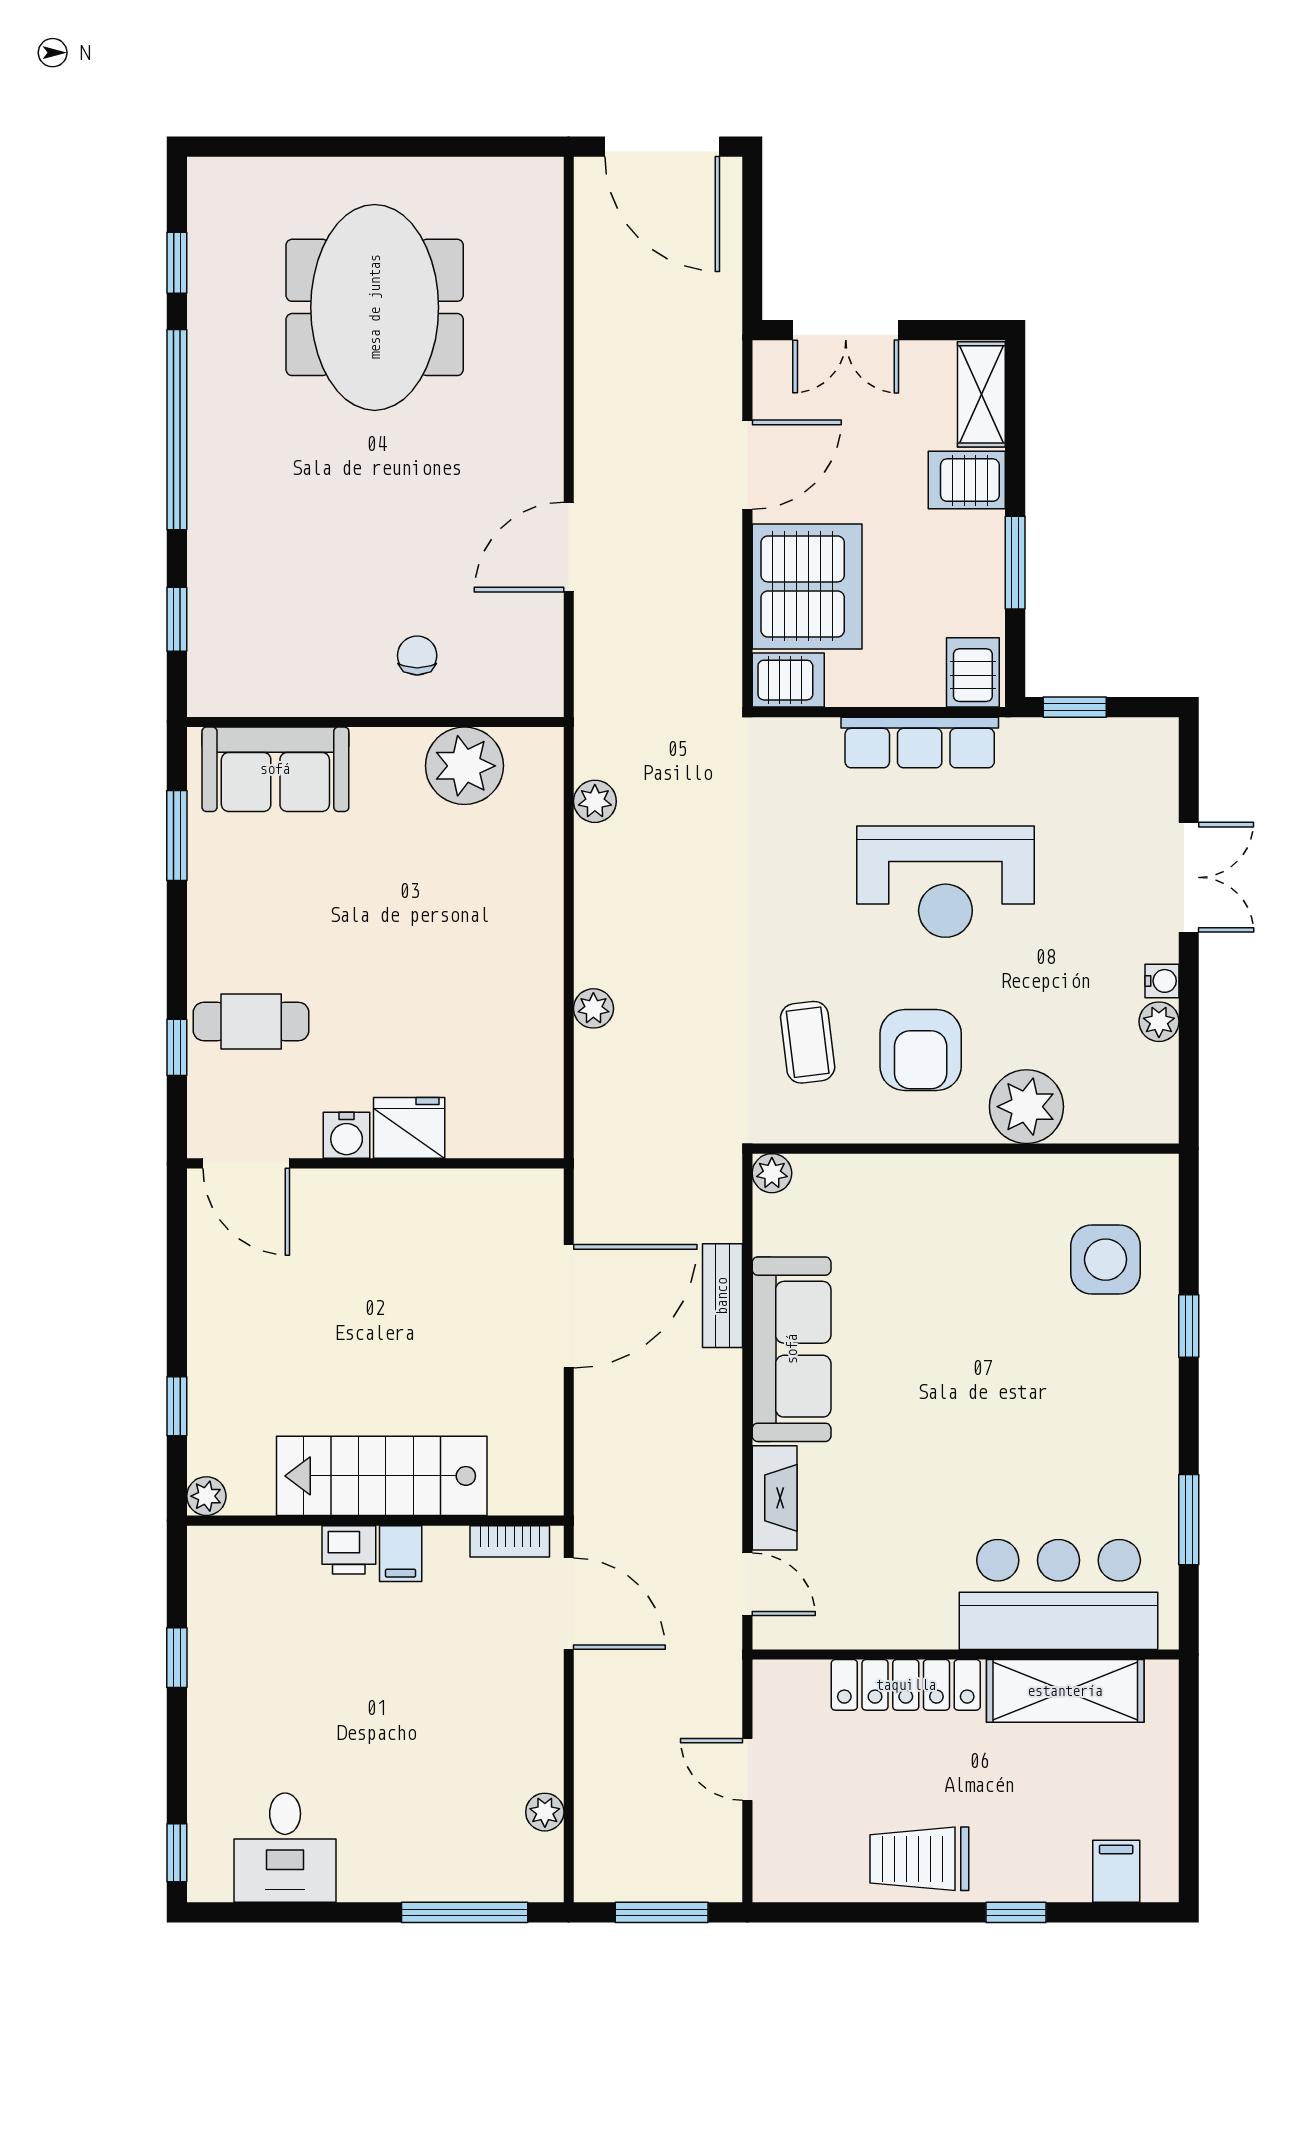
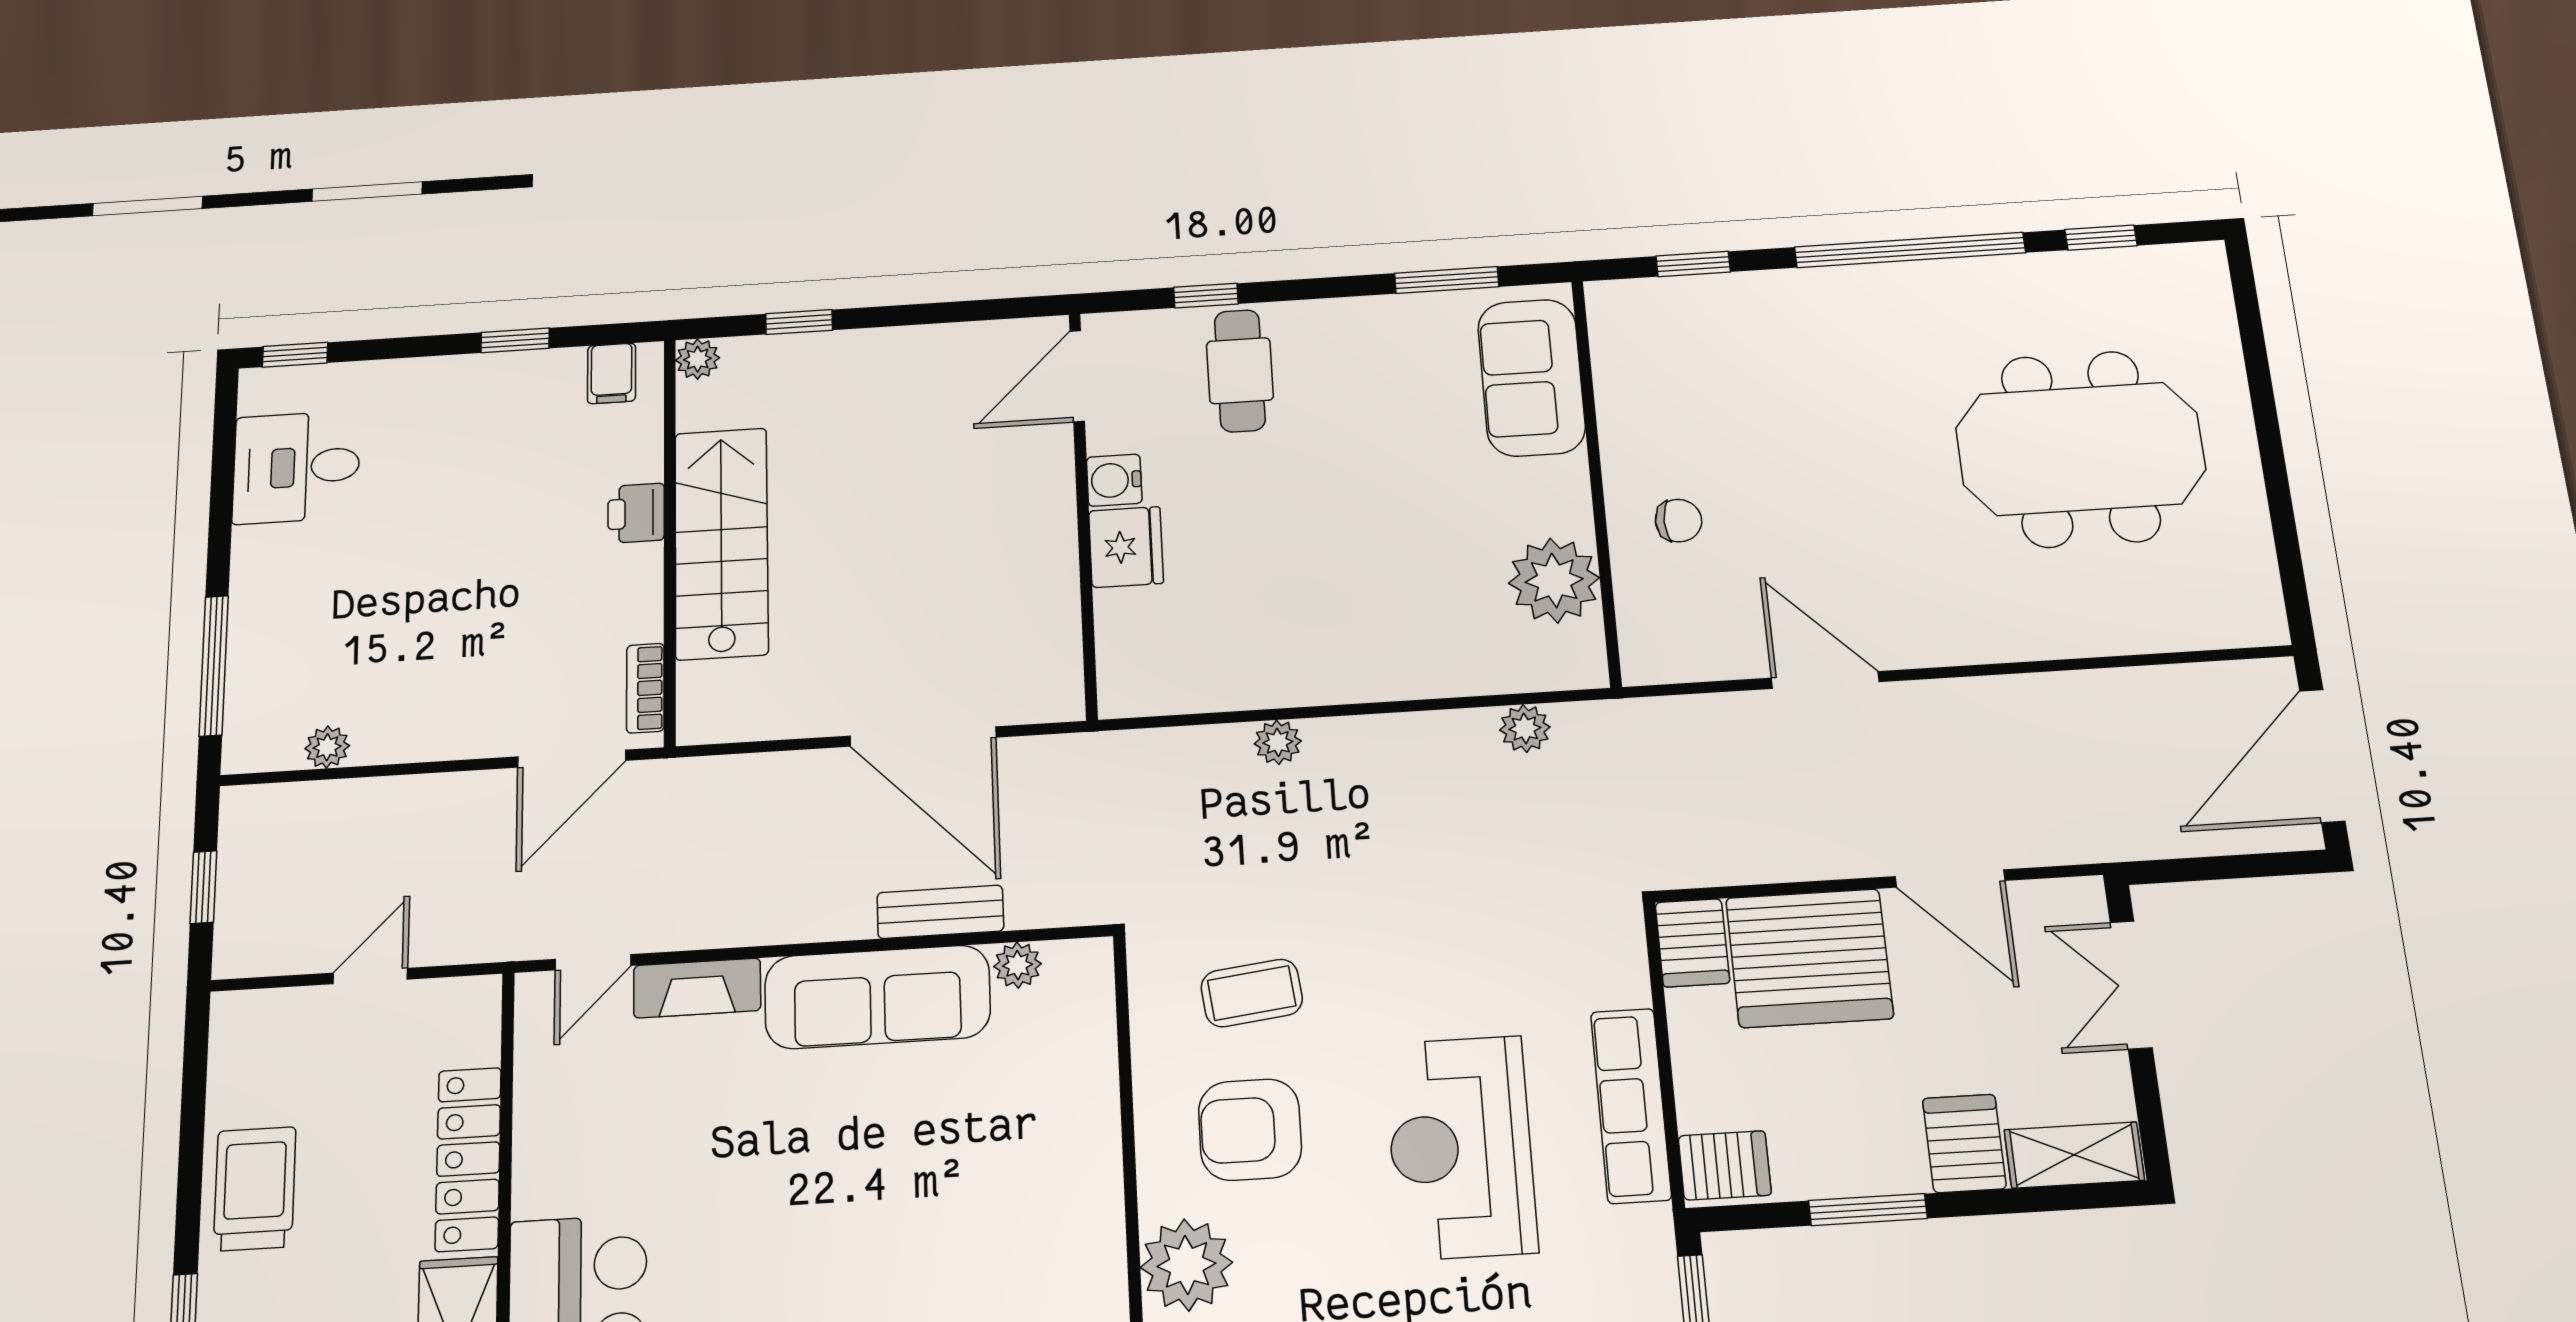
plant: (772, 1173) -> (1018, 965), moved
filing cabinet: (401, 1554) -> (612, 373), moved, turned -90
window: (662, 1912) -> (203, 887), width x0.67

